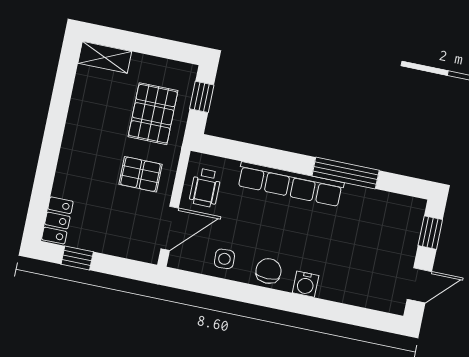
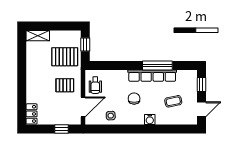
pallet: (153, 114) -> (65, 57), turned 90
row of seats: (290, 184) -> (152, 76), moved
coffee table: (363, 256) -> (173, 101), added
window: (77, 258) -> (62, 129), moved
chair: (268, 271) -> (134, 99), moved

